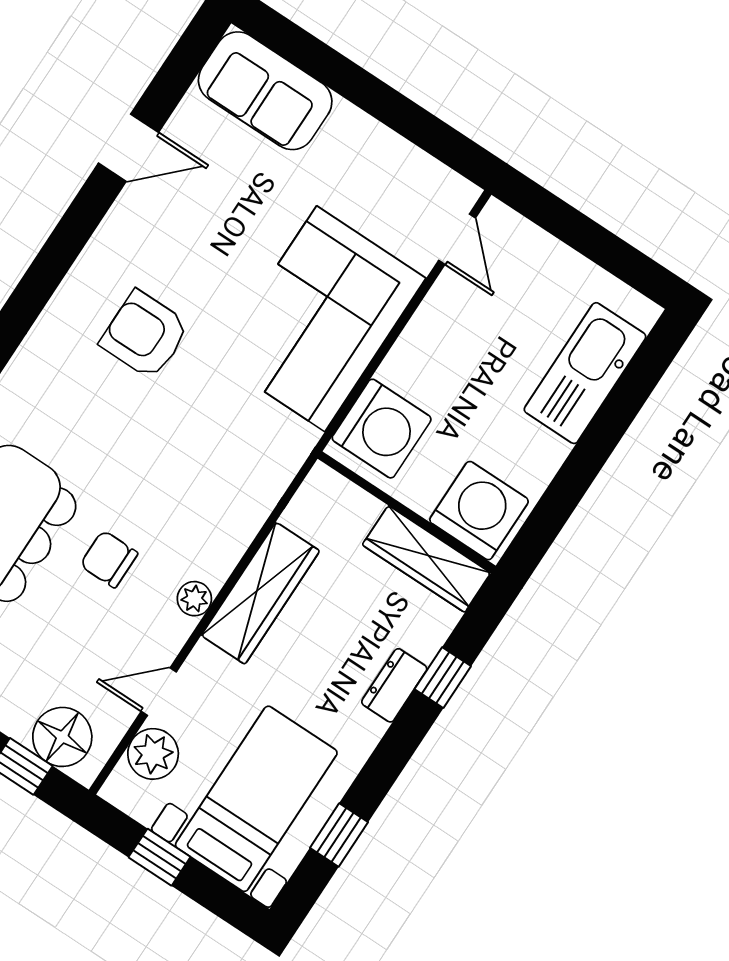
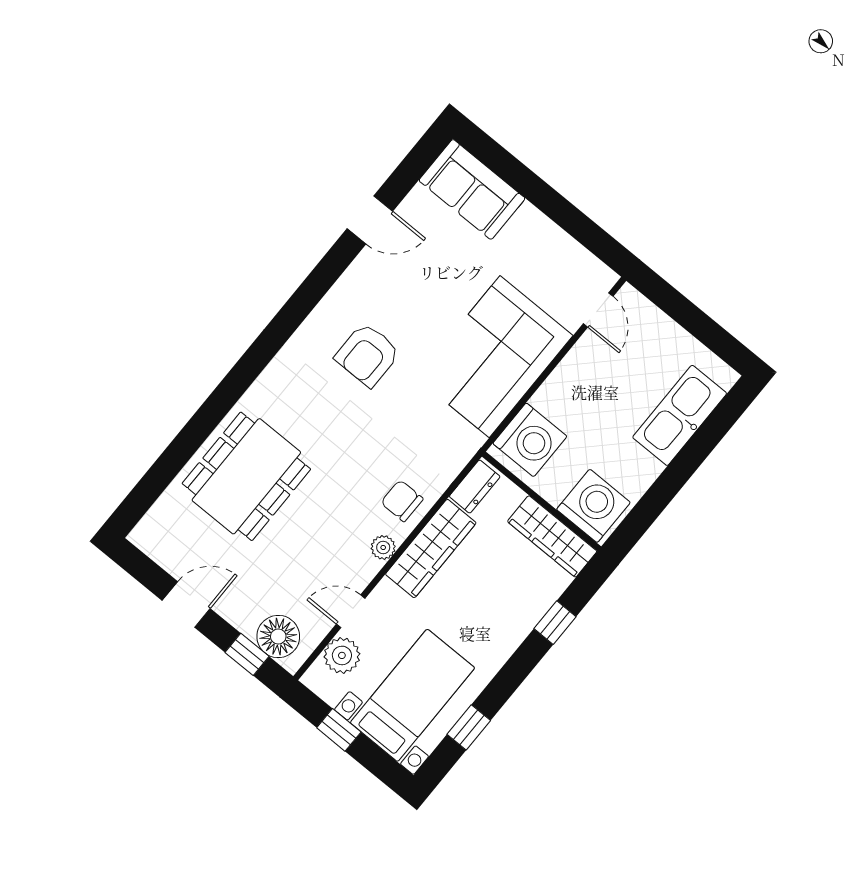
armchair: (145, 335) -> (368, 355), turned -90
chair: (109, 559) -> (402, 501), moved
dresser: (394, 685) -> (475, 487), moved, turned 180

